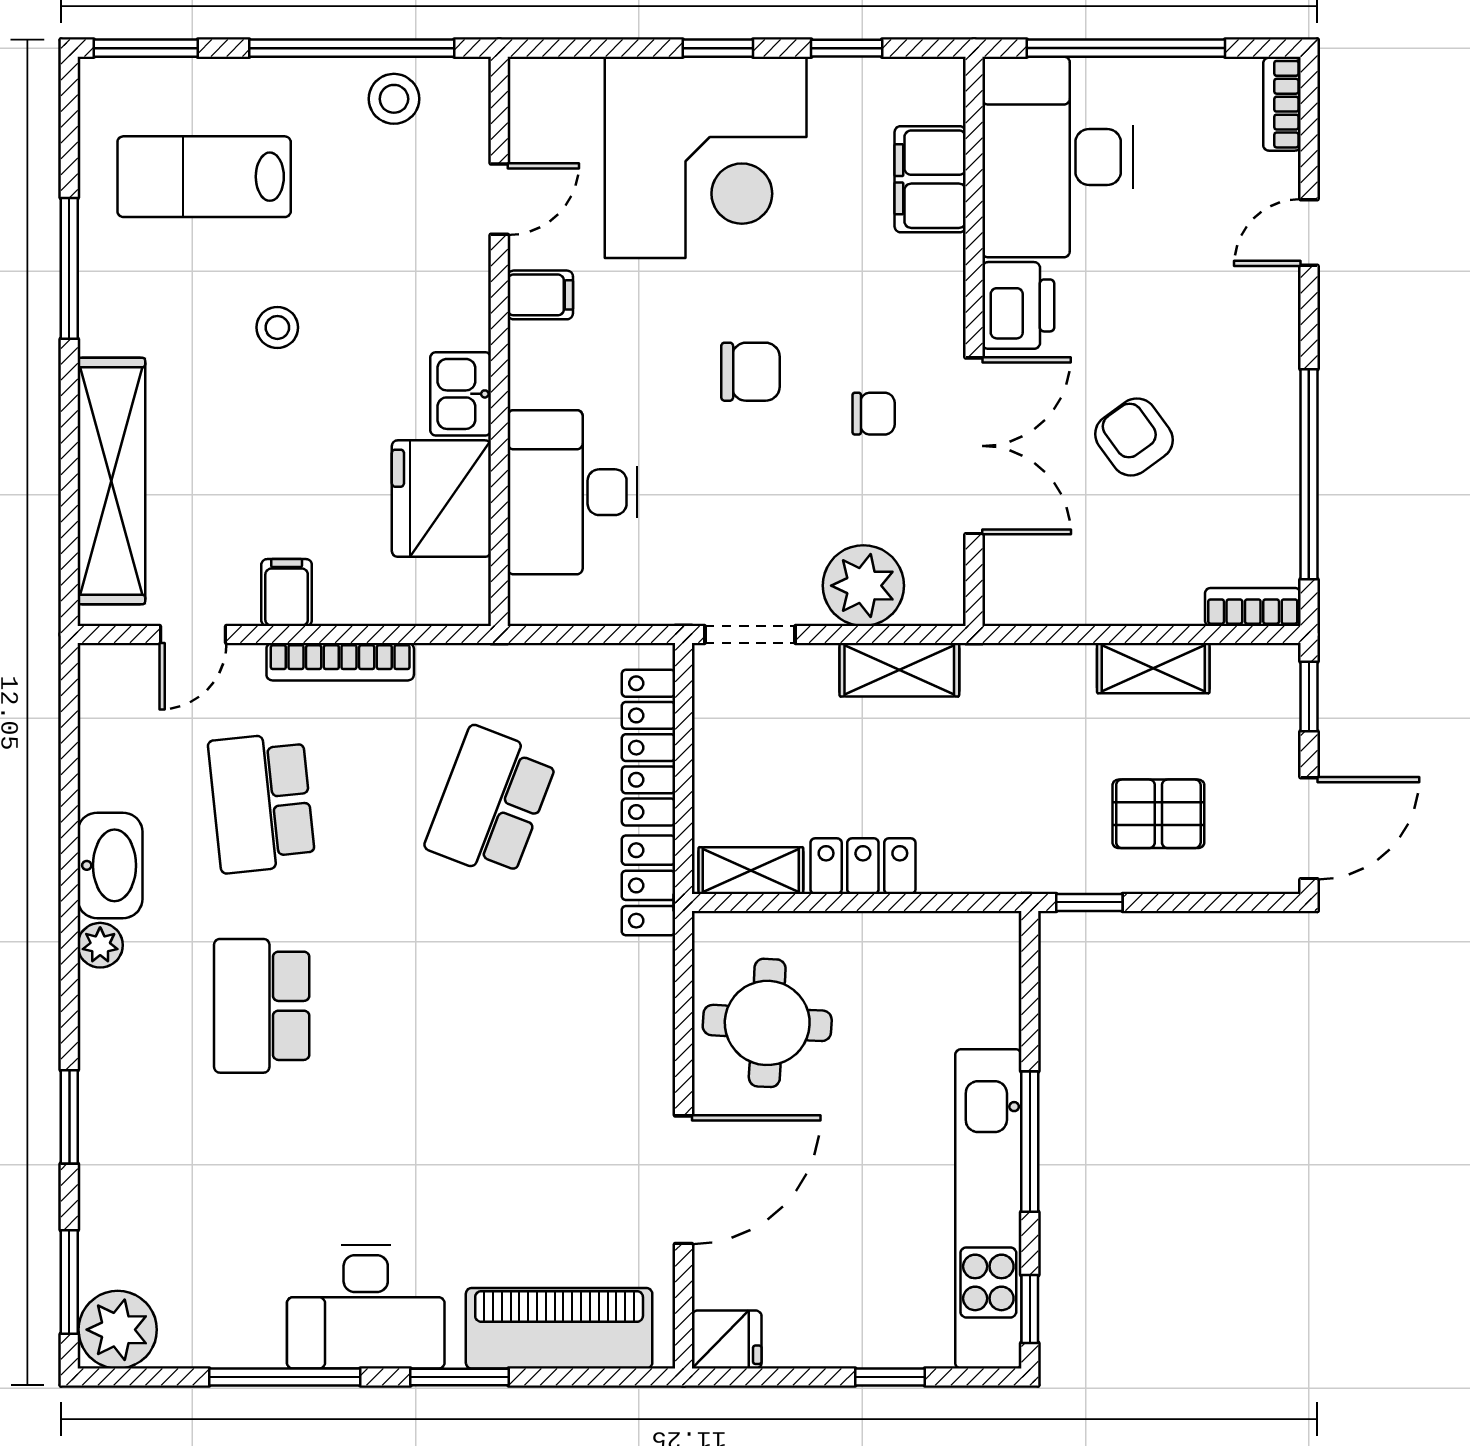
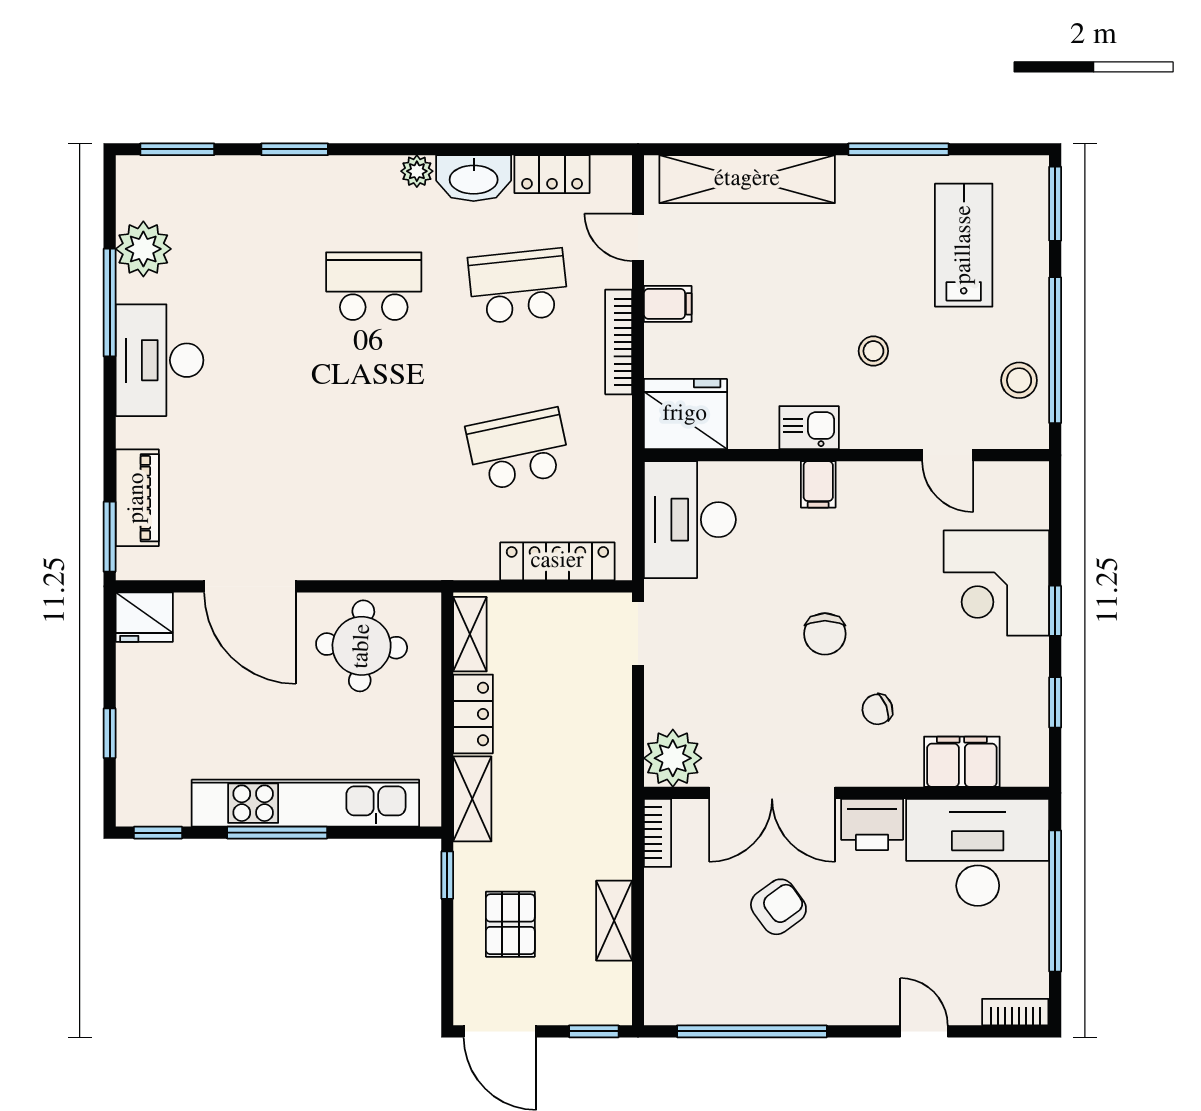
corner desk: (706, 157) -> (996, 583), width x0.74, depth x0.74
filing cabinet: (540, 295) -> (818, 484), moved
stool: (277, 327) -> (873, 351), moved
chair: (874, 414) -> (877, 709), moved, turned 69
desk: (572, 492) -> (690, 520), moved, turned -90
fridge: (441, 499) -> (685, 414), moved
plant: (863, 586) -> (673, 758), moved
bookcase: (1253, 607) -> (658, 833), moved
shelving: (899, 670) -> (472, 799), moved
school desk: (491, 803) -> (518, 449), turned -33
locker: (648, 885) -> (552, 174), moved, turned 180
kitchen unit: (988, 1209) -> (305, 803), moved
piano: (559, 1328) -> (137, 498), width x0.73, depth x0.75
plant: (118, 1330) -> (143, 249), moved
fridge: (727, 1340) -> (144, 617), width x1.38
window: (460, 1377) -> (110, 537), moved

